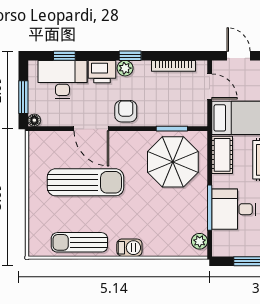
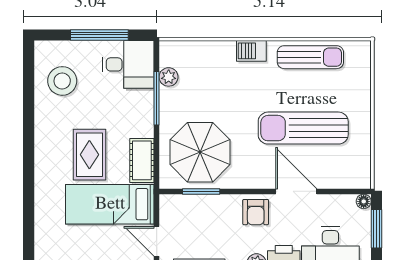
desk: (234, 209) -> (128, 64), moved
plant: (200, 241) -> (169, 77), moved

